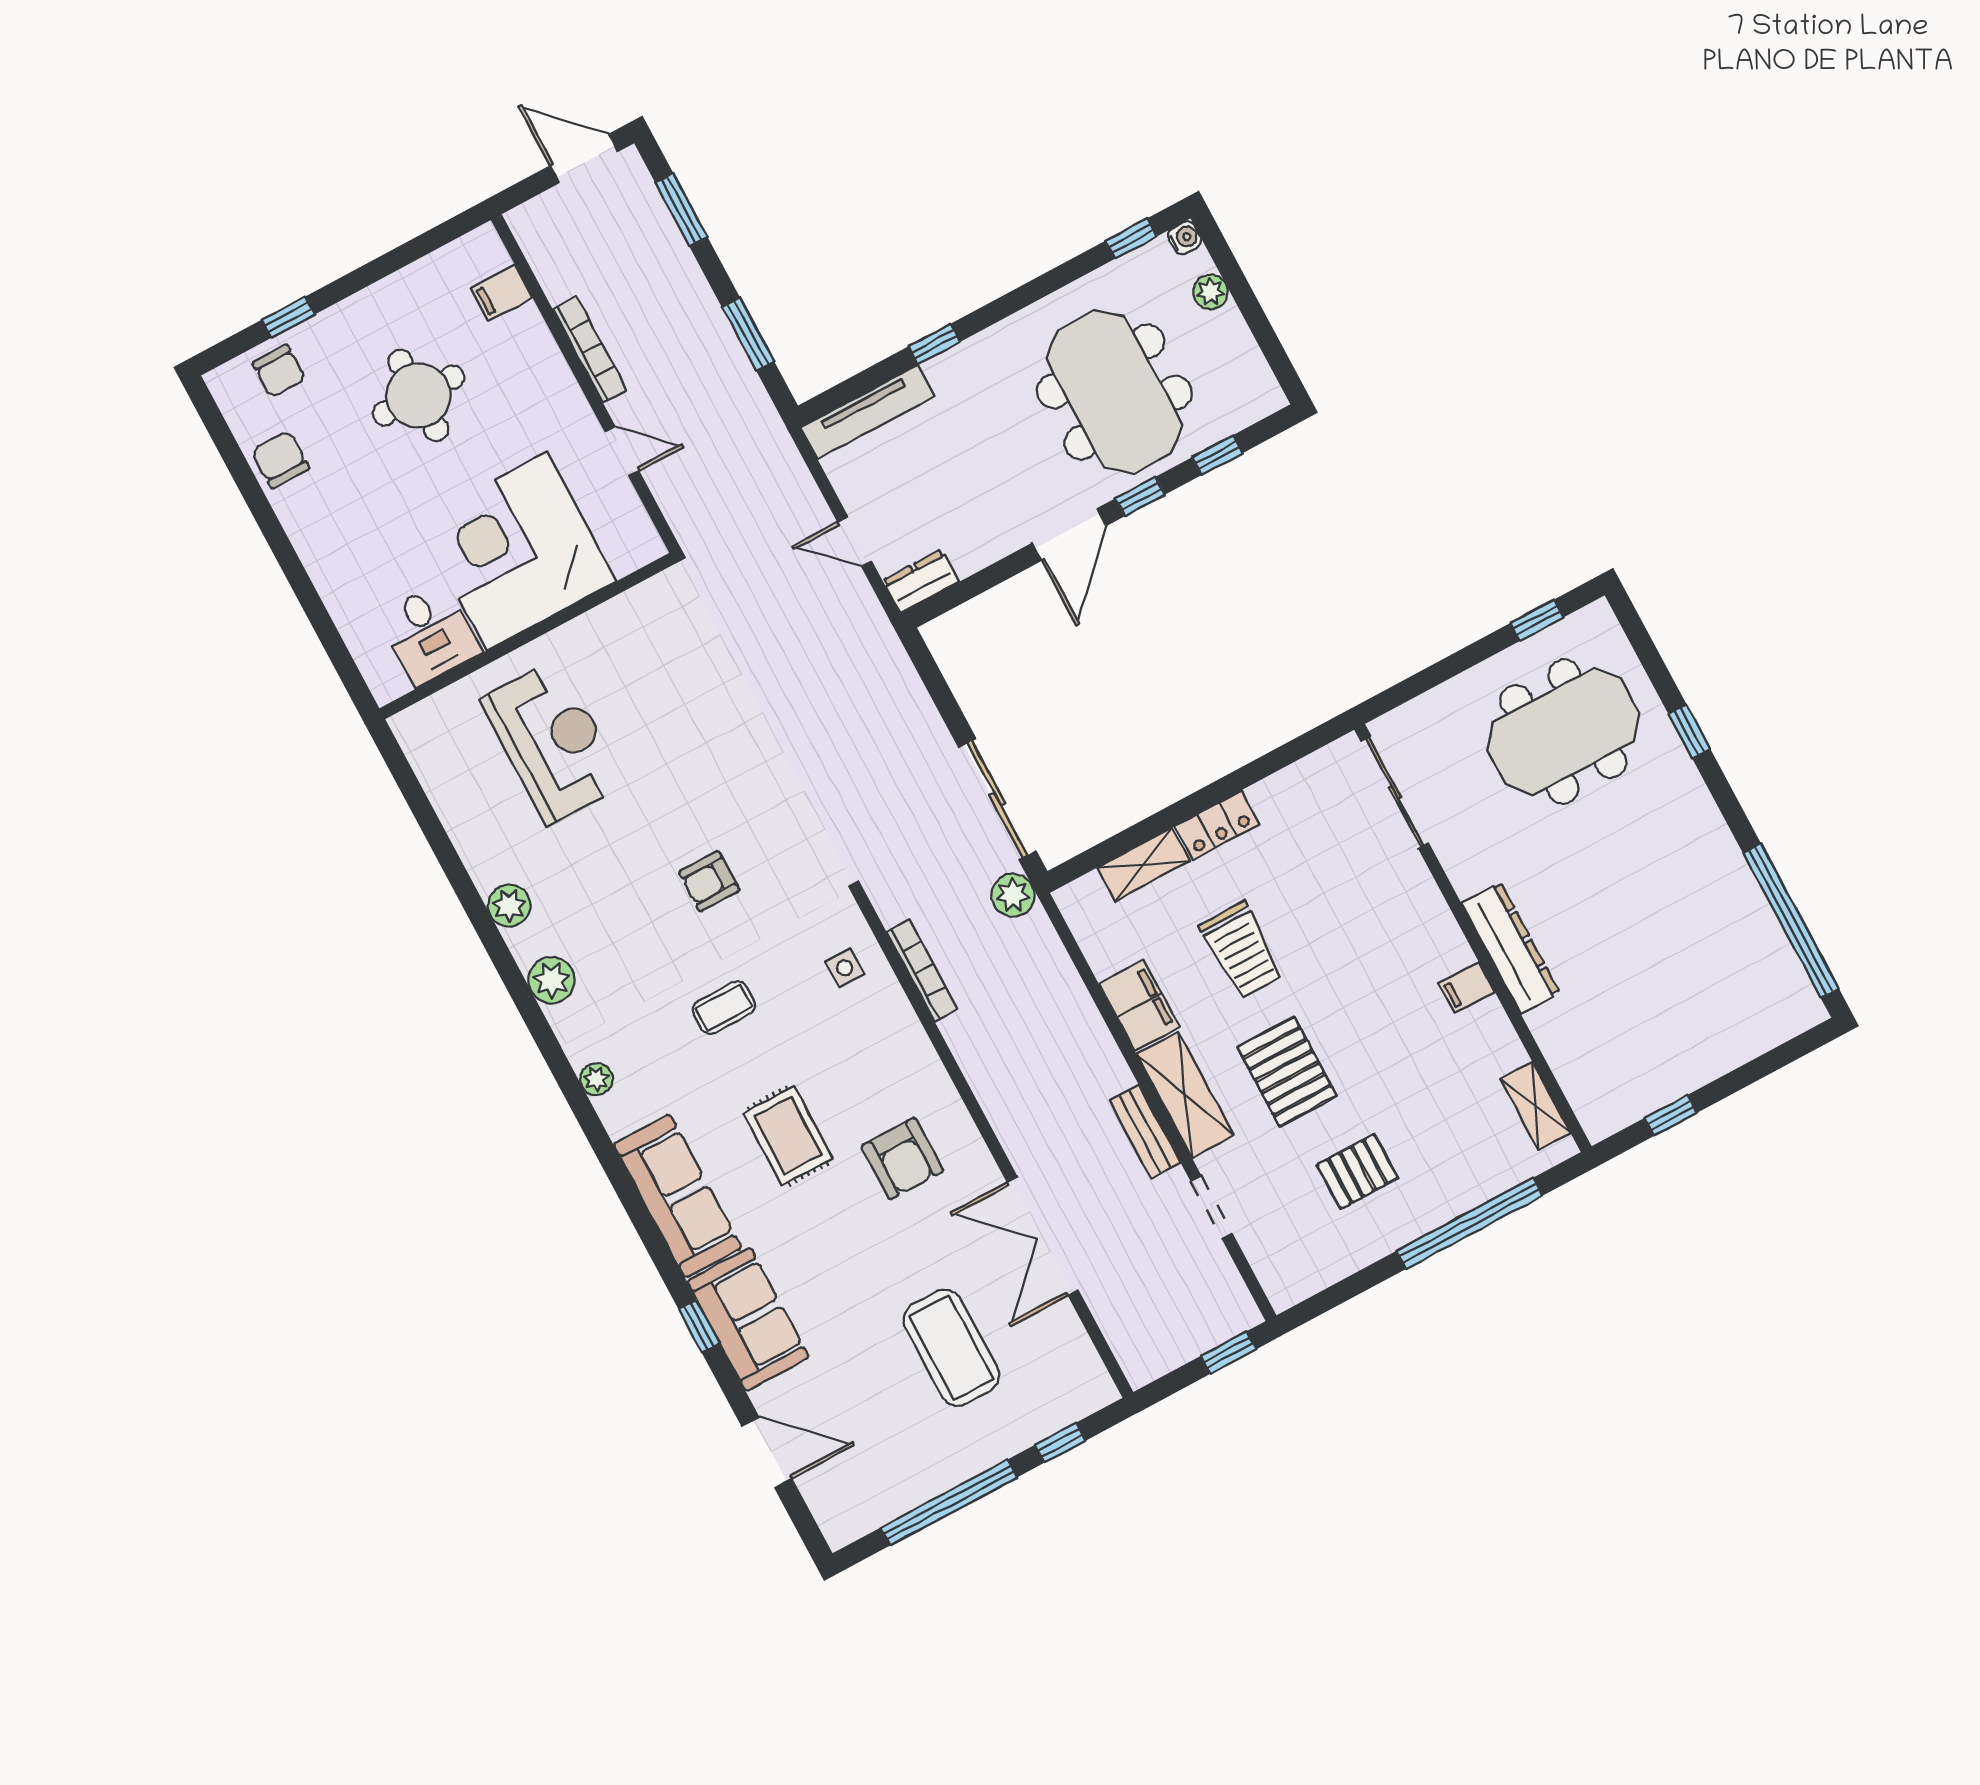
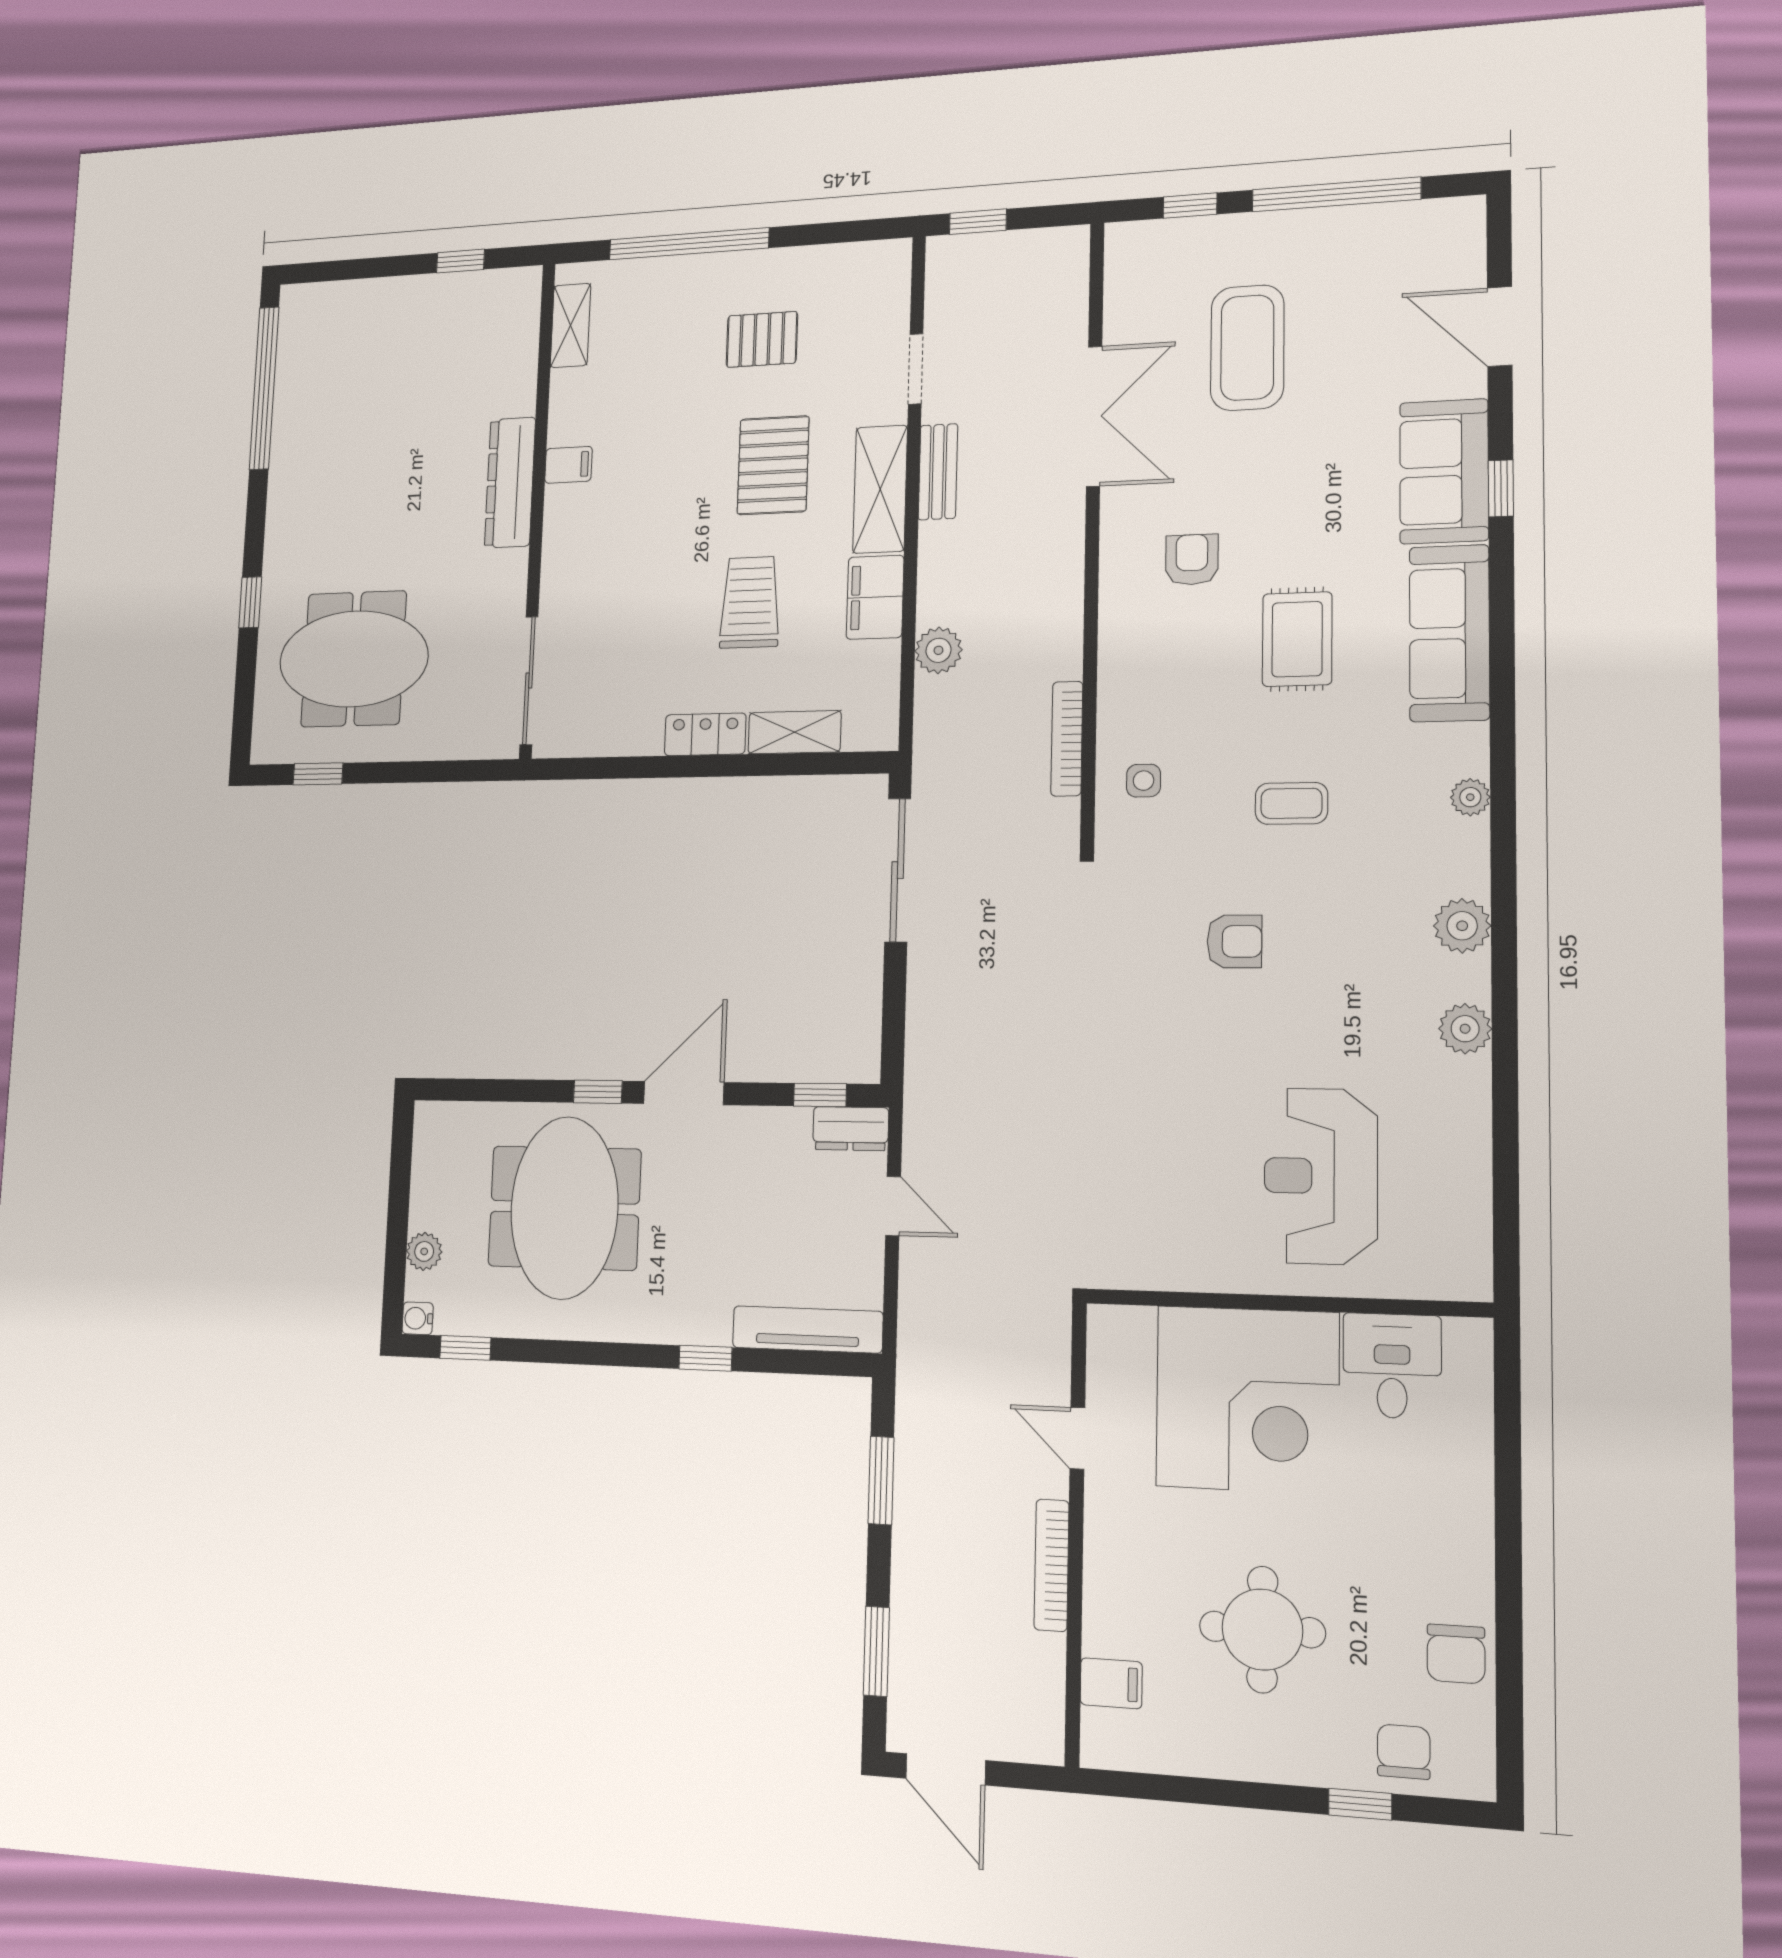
window: (1217, 455) -> (820, 1095), moved
plant: (1013, 895) -> (938, 650), moved
armchair: (902, 1159) -> (1192, 560), width x0.72, depth x0.72

